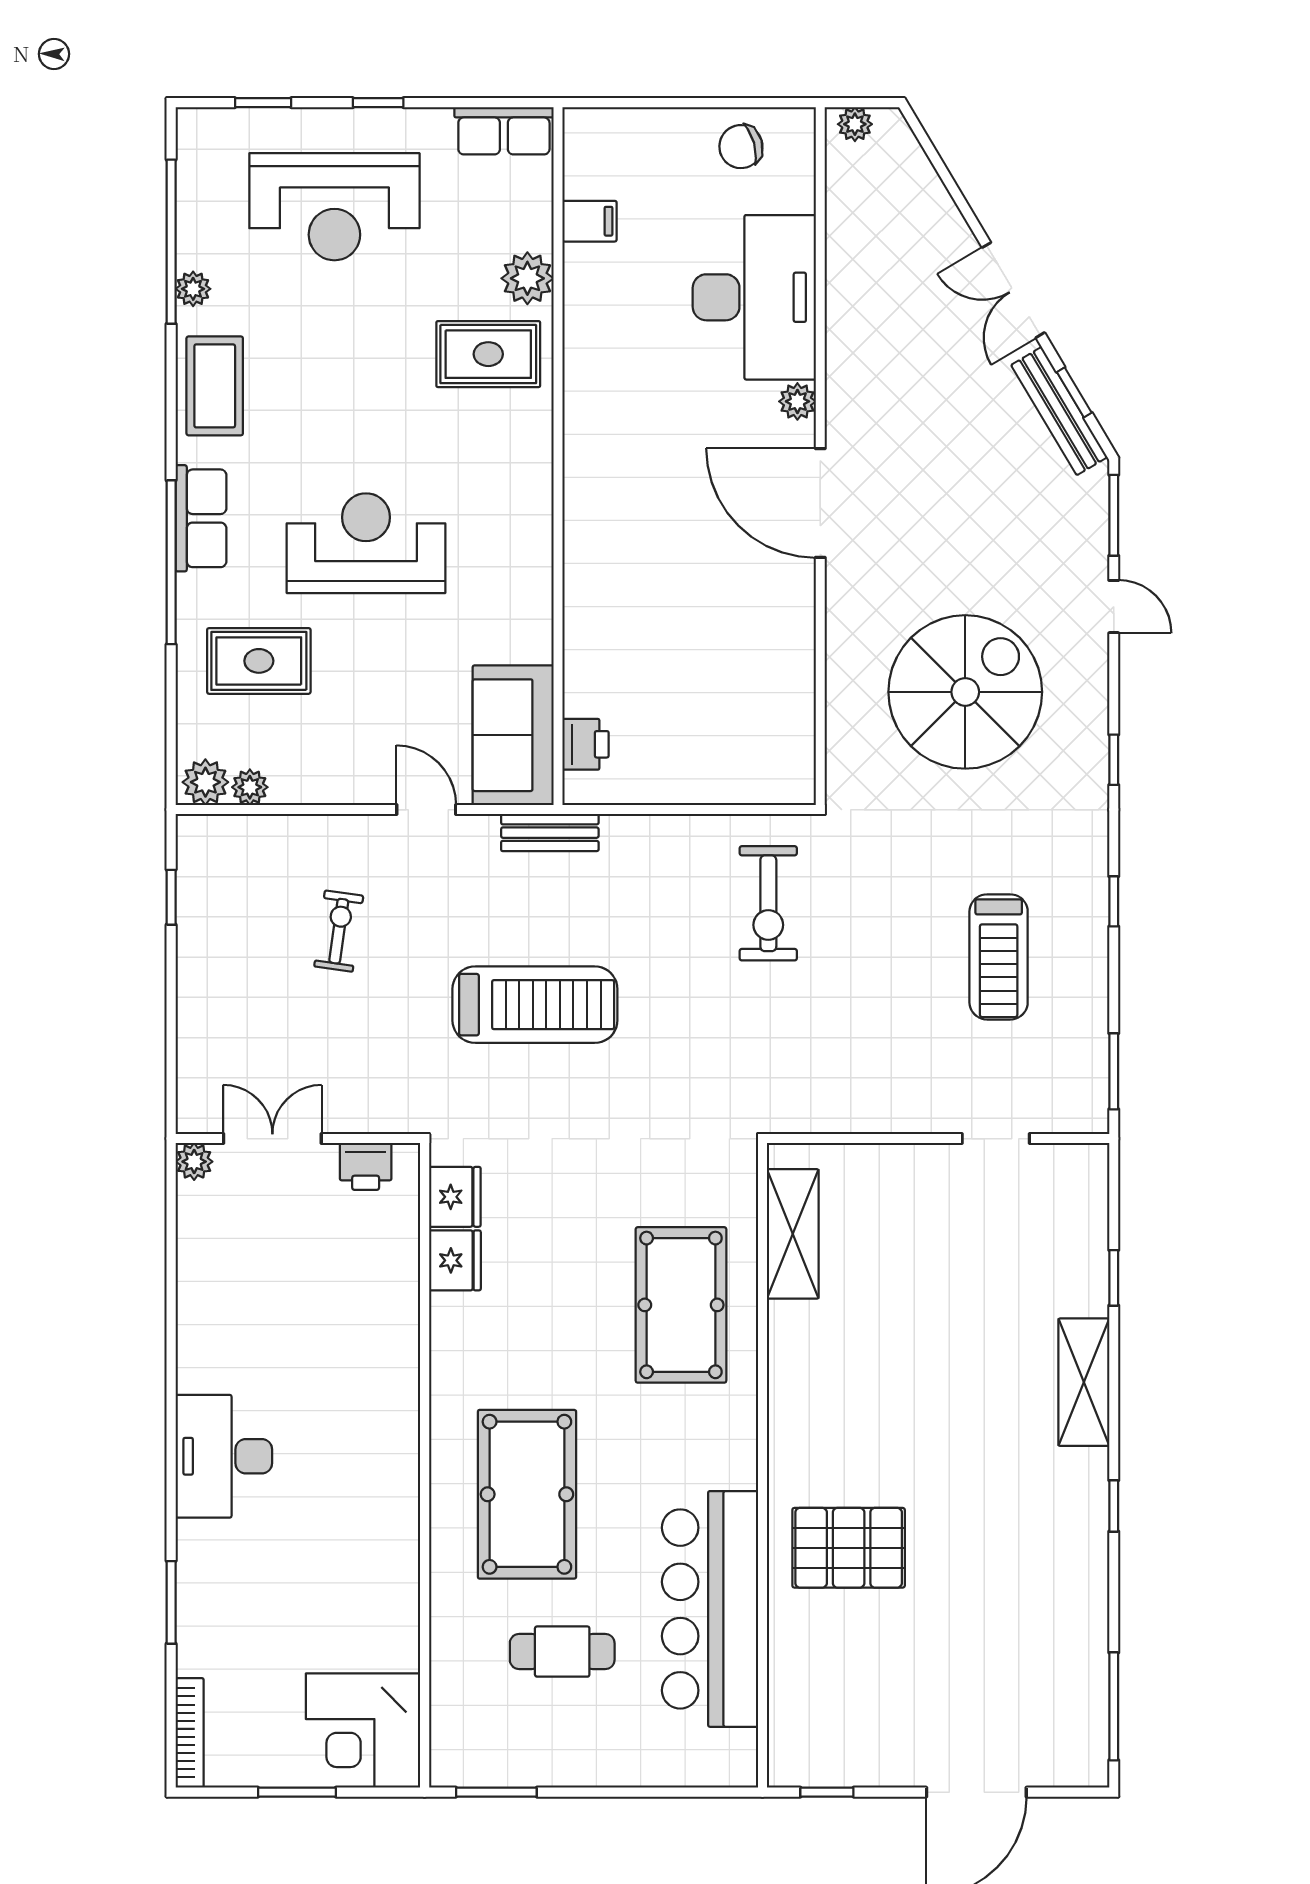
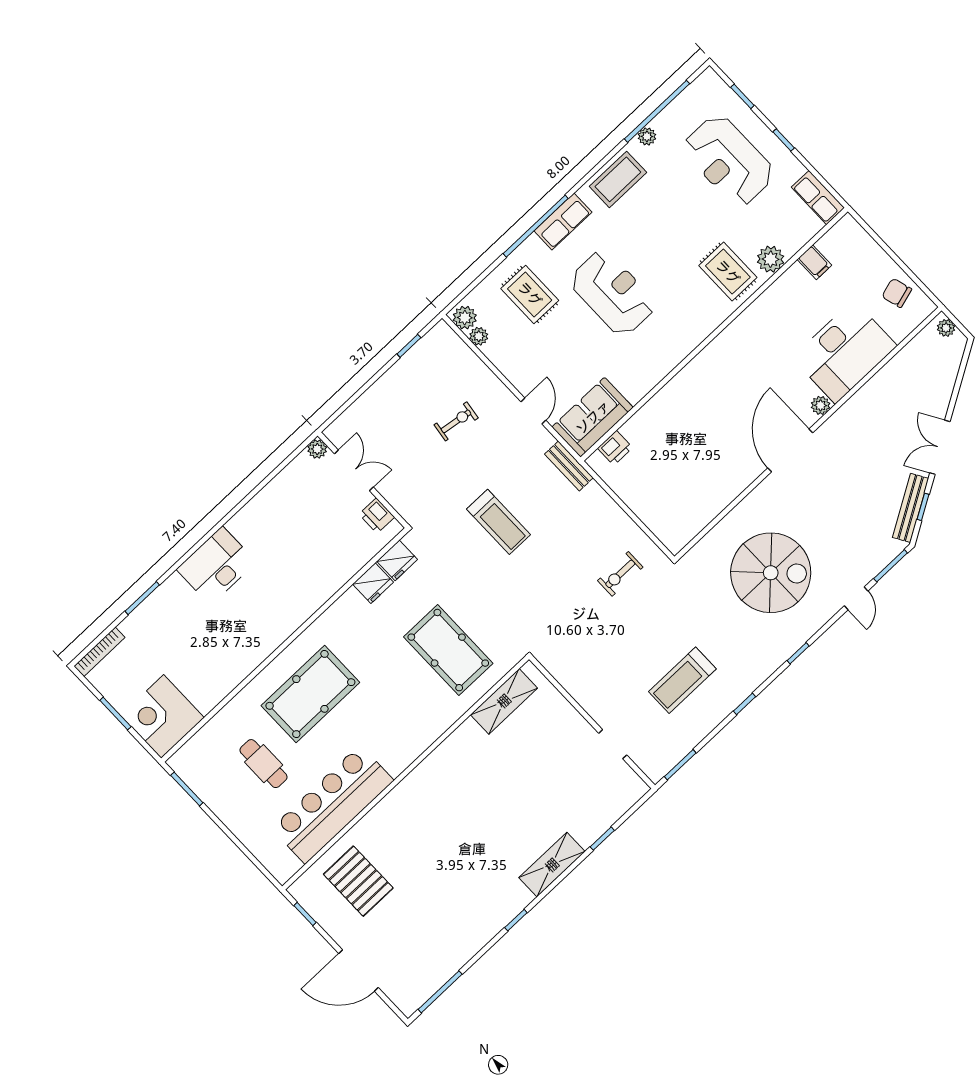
exercise bike: (768, 903) -> (620, 574), width x0.73, depth x0.72
treadmill: (535, 1005) -> (498, 522), width x0.73, depth x0.73
pool table: (681, 1305) -> (448, 650), moved, turned 90
pallet: (849, 1548) -> (358, 881), moved

